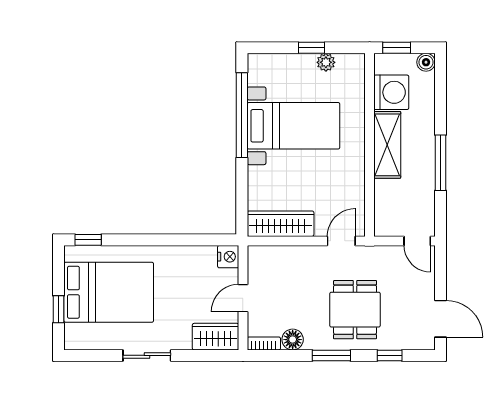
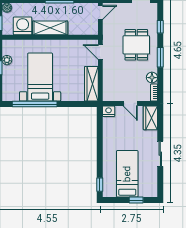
bed: (109, 292) -> (127, 174), width x0.67
dining table: (355, 310) -> (136, 45), turned 90

